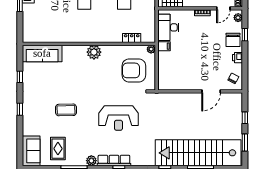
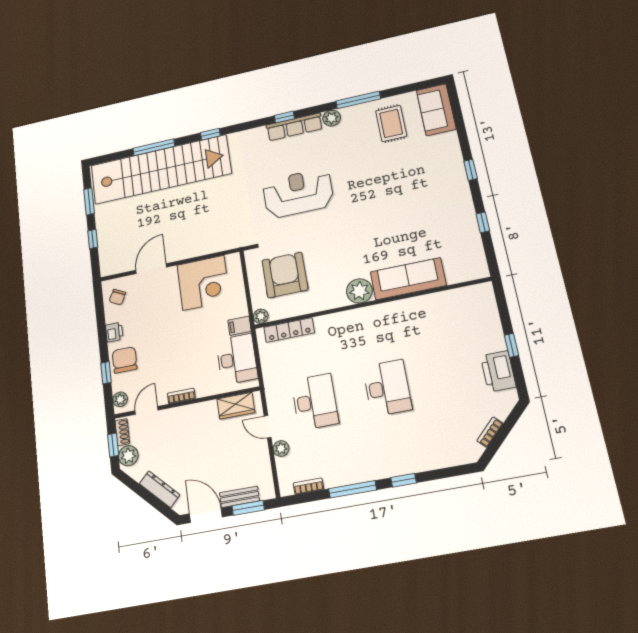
locker: (132, 38) -> (289, 330), width x1.53
sofa: (42, 53) -> (408, 279), moved
armchair: (134, 70) -> (285, 275), turned -90
corner desk: (181, 76) -> (204, 283), added
coffee table: (66, 110) -> (390, 186), removed

